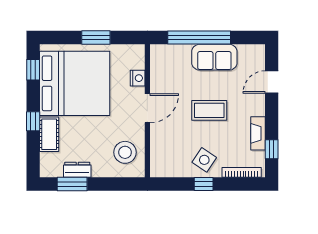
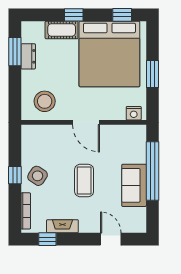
nightstand: (138, 78) -> (134, 113), moved

